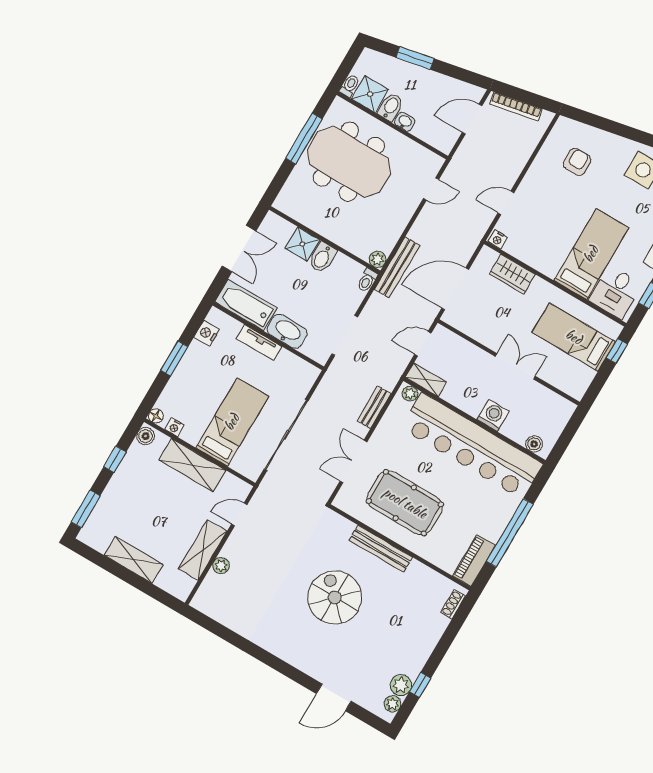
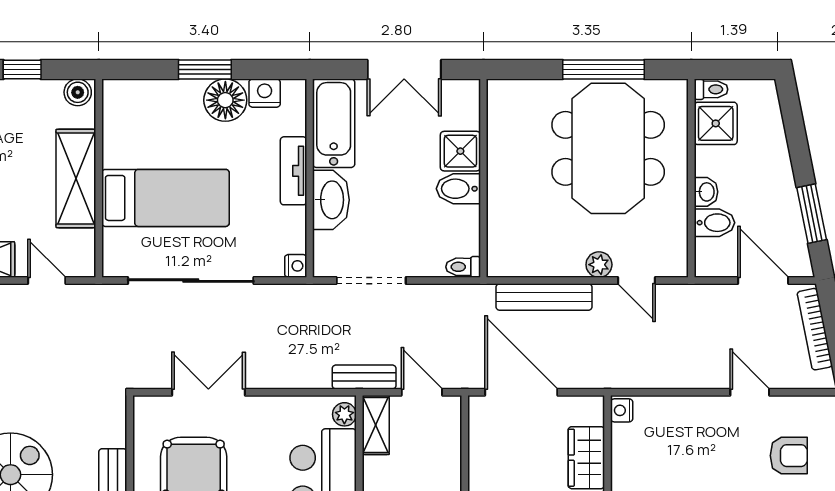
window: (415, 58) -> (812, 214), moved
bidet: (390, 107) -> (715, 223), moved
door: (506, 203) -> (750, 392), moved
plant: (378, 259) -> (599, 265), moved
bench: (397, 267) -> (544, 297), moved
bench: (374, 407) -> (364, 377), moved
floor lamp: (156, 416) -> (225, 100), moved, width x1.89, depth x1.89
nightstand: (175, 427) -> (296, 266), moved, turned 180

